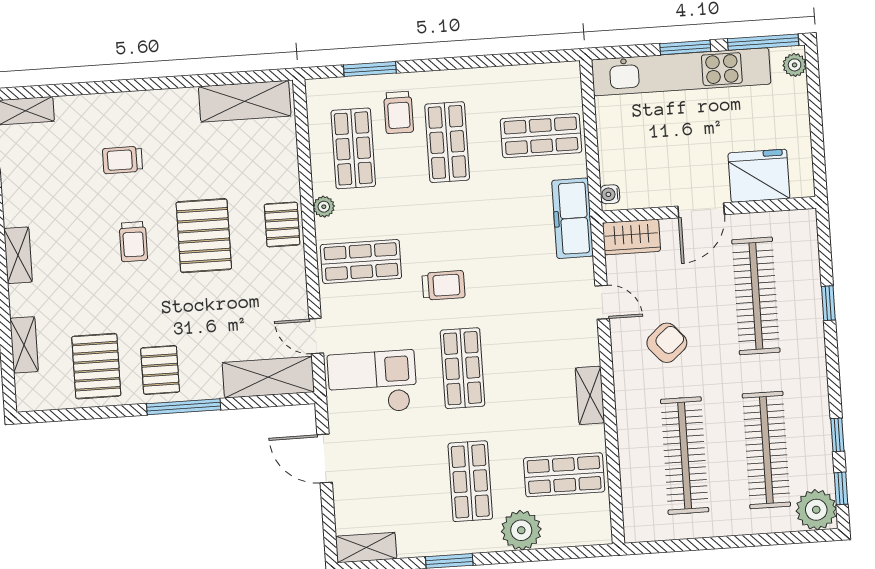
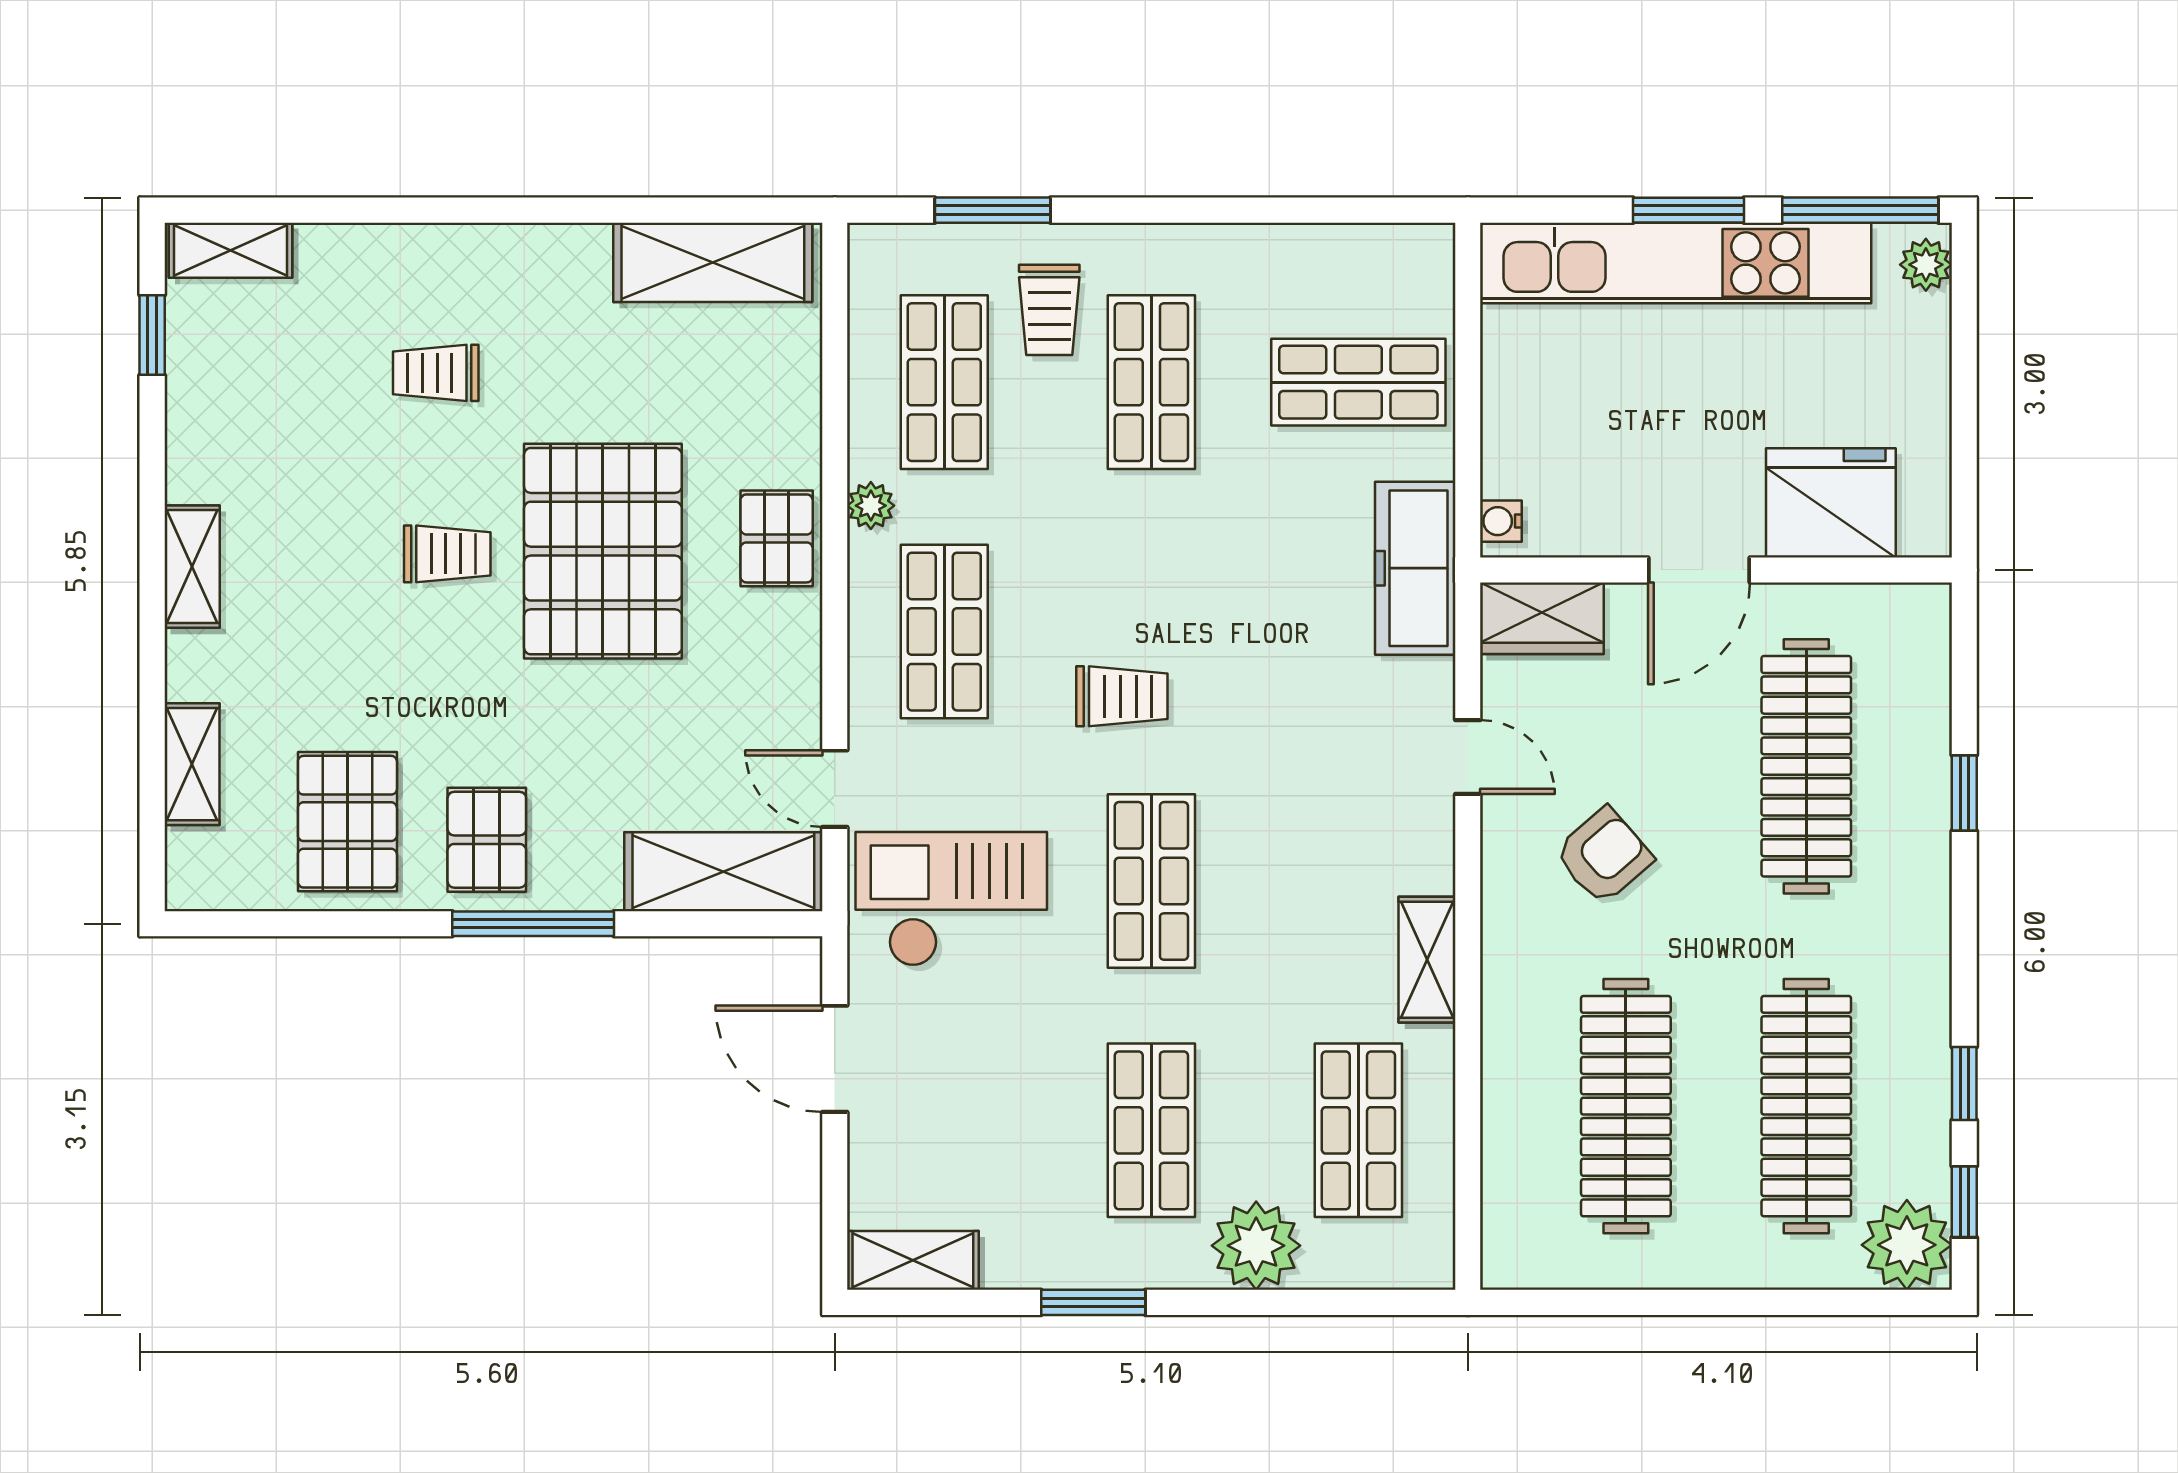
pallet: (204, 236) -> (603, 551), width x1.37, depth x1.41
trolley: (133, 242) -> (447, 554), turned -90
shop shelf: (361, 262) -> (944, 632), turned 90
shop shelf: (564, 475) -> (1358, 1130), turned 90

